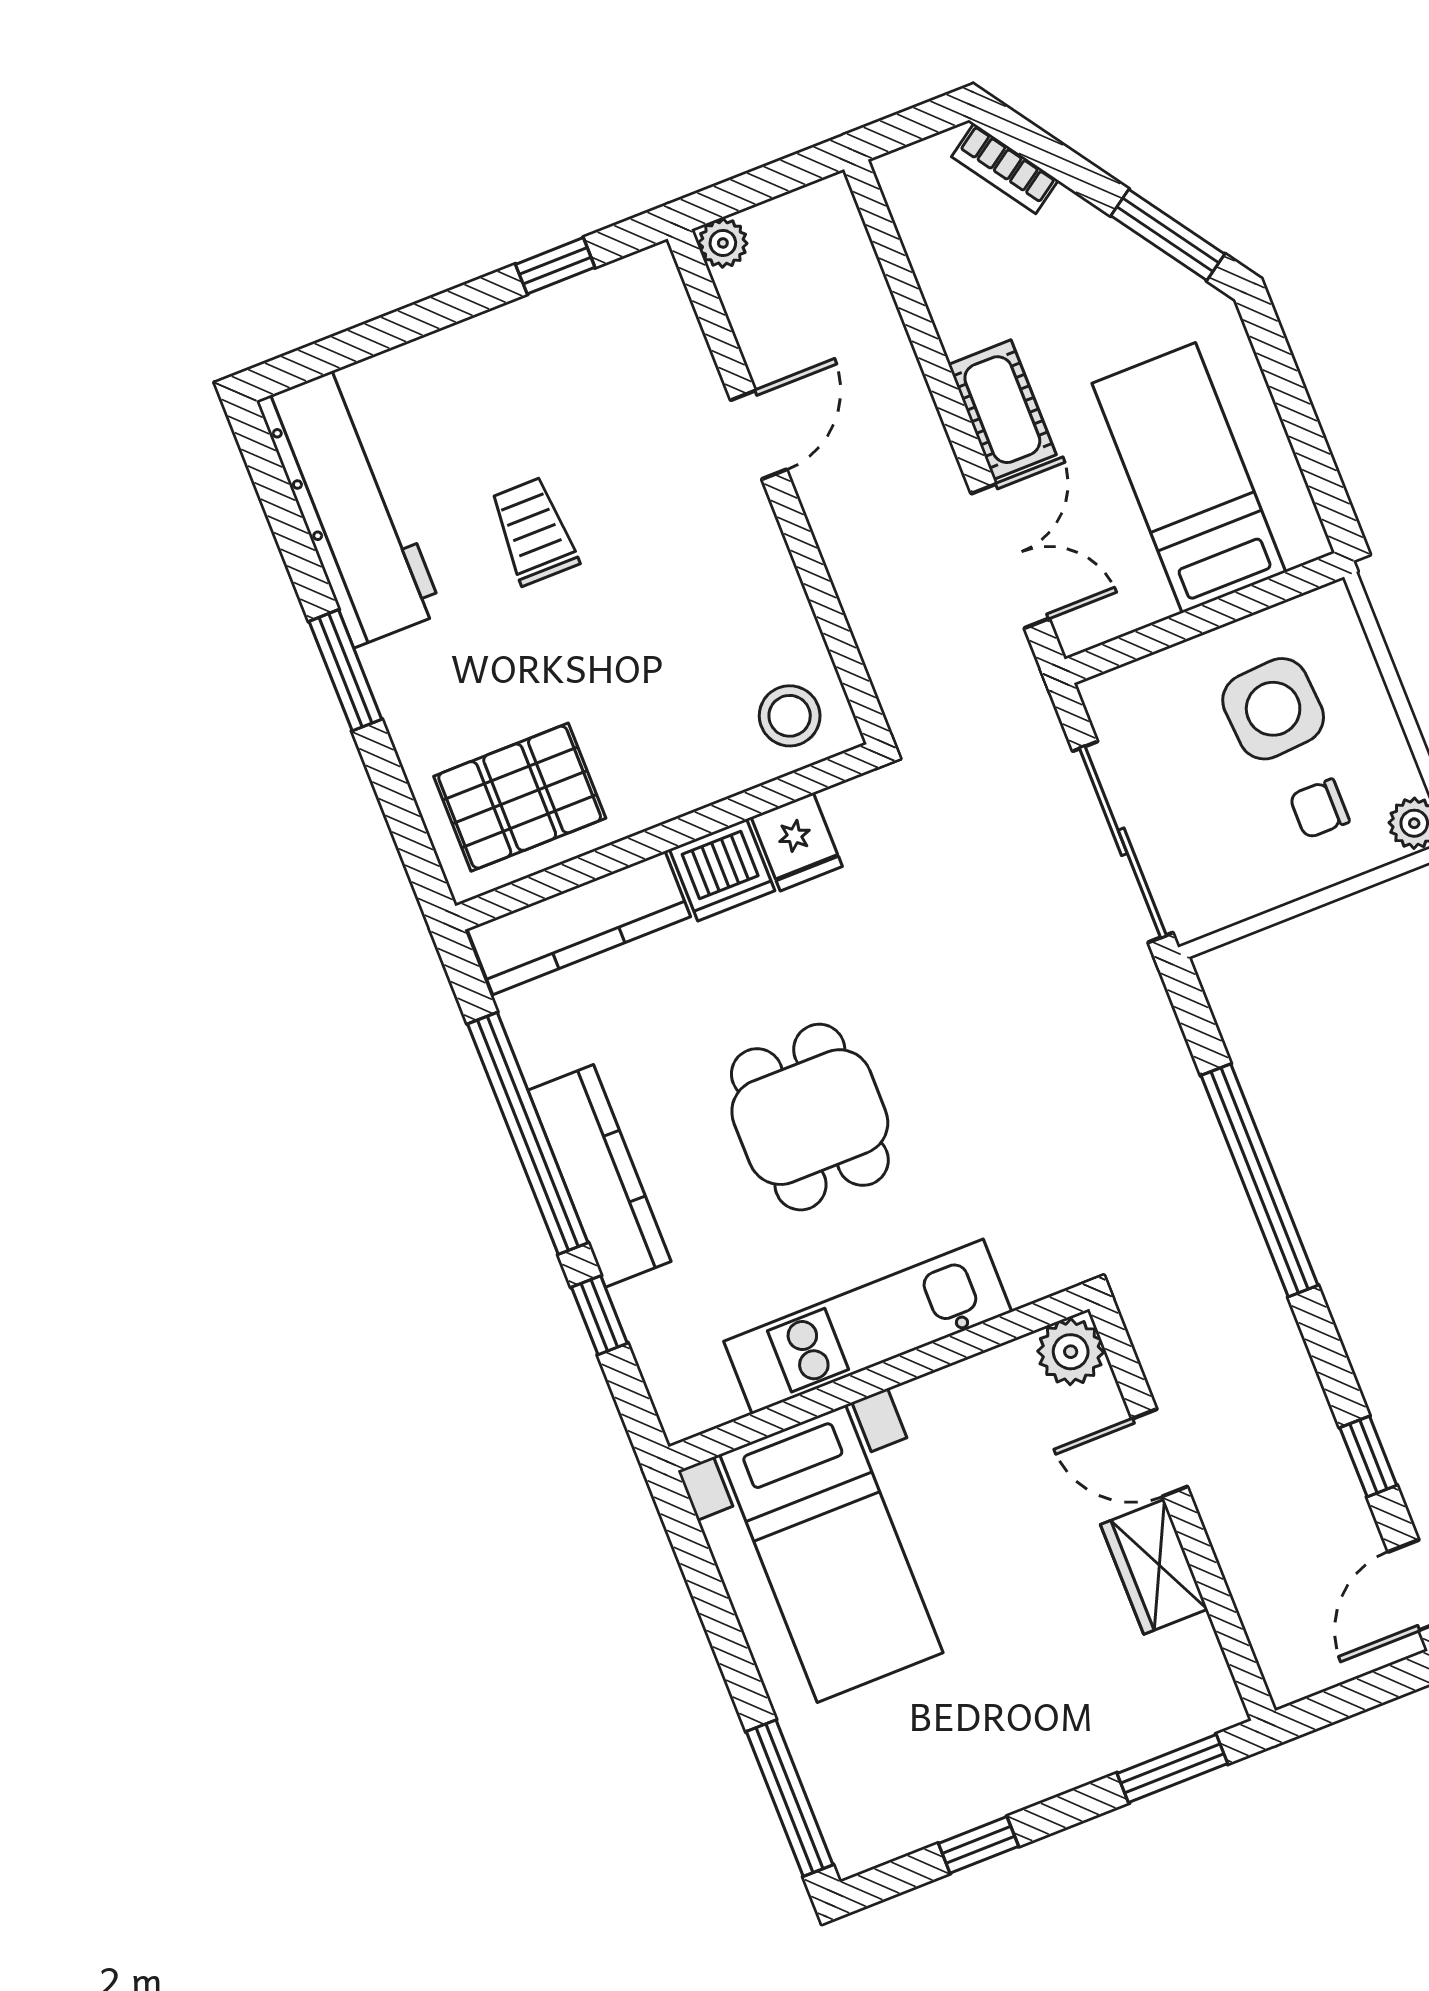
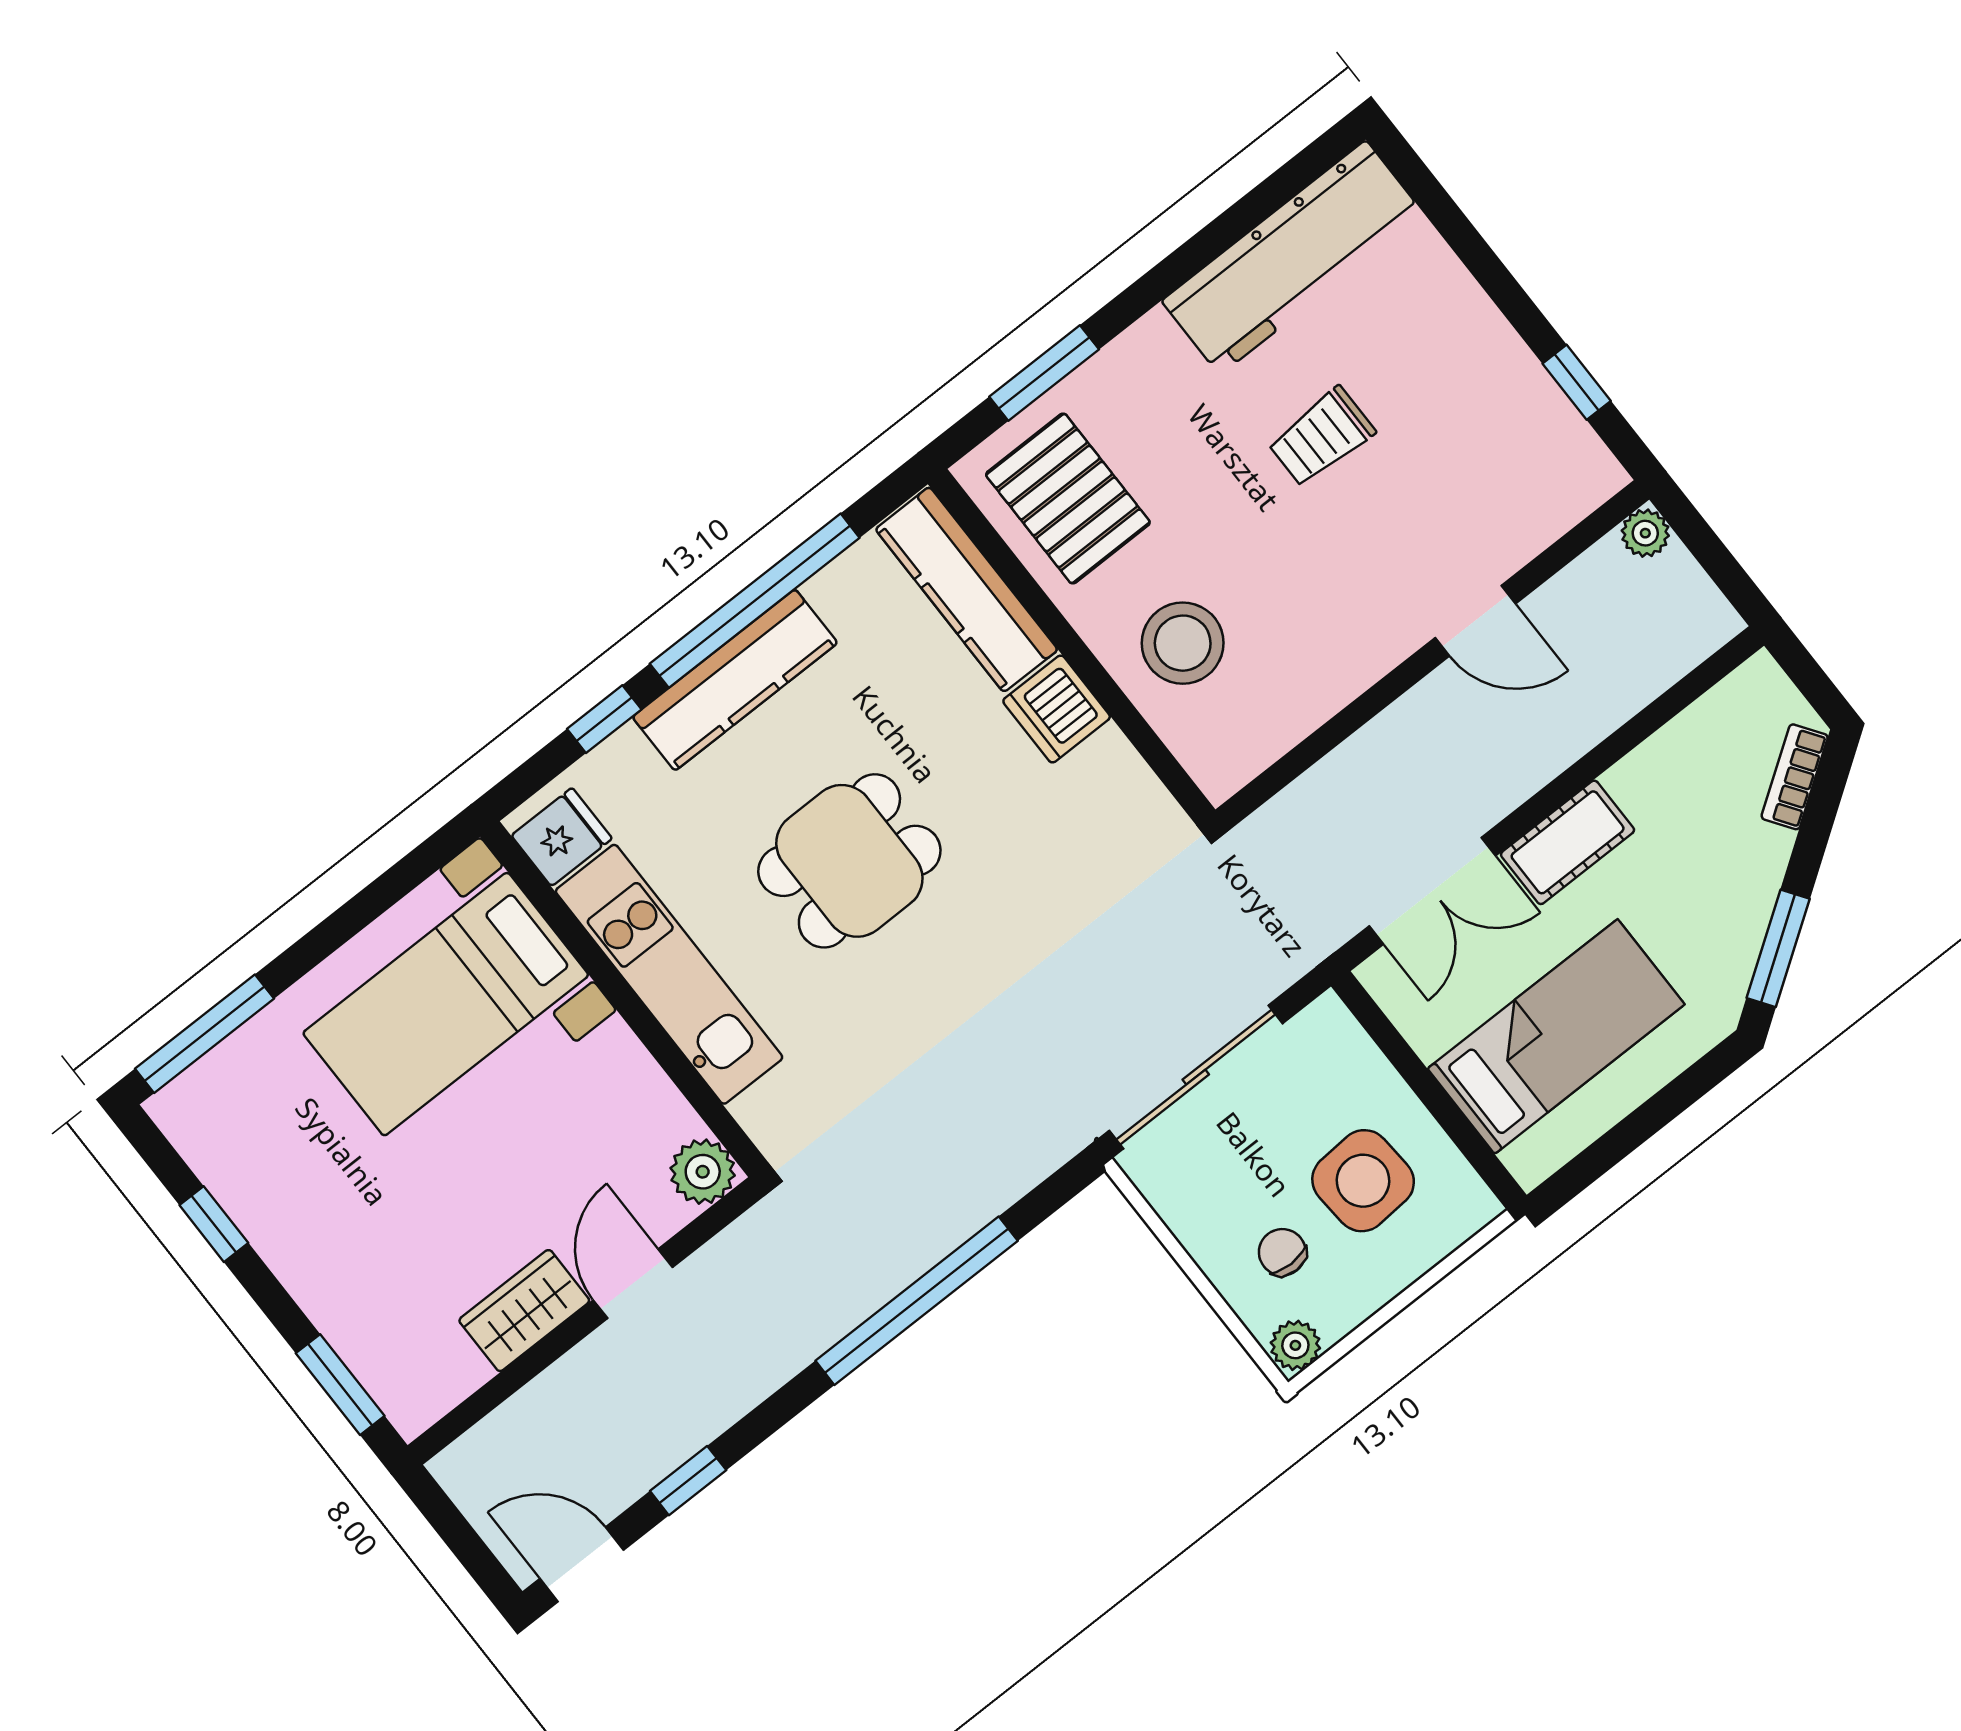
trolley: (534, 531) -> (1322, 437), turned 180
window: (345, 670) -> (1044, 373), moved
stool: (790, 716) -> (1183, 643), moved, width x1.38, depth x1.38
fridge: (797, 842) -> (562, 837), moved, turned 180

